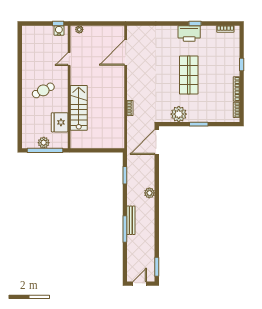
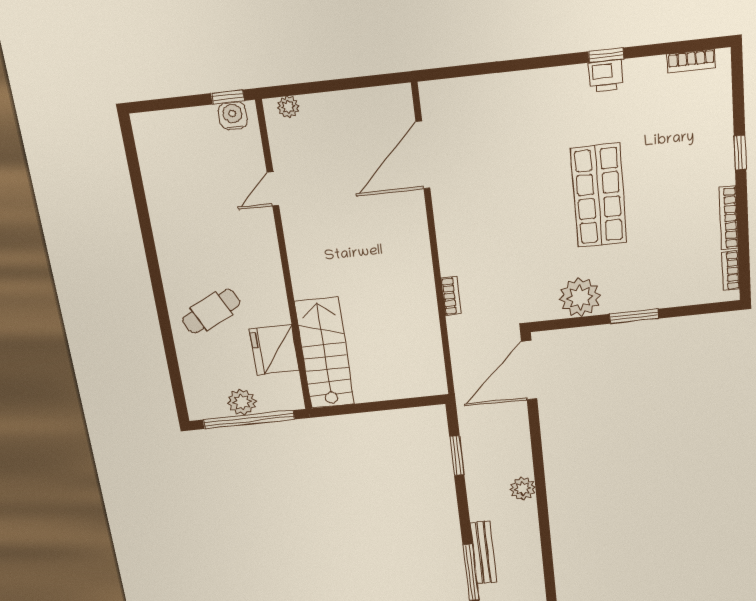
printer: (189, 33) -> (606, 76), width x0.53, depth x0.68
cafe table: (43, 90) -> (211, 311), moved
stairs: (79, 108) -> (325, 353), moved

